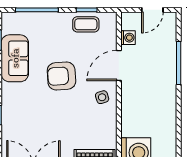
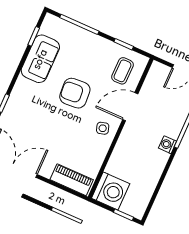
coffee table: (86, 24) -> (122, 71), moved, turned 90
washing machine: (128, 38) -> (168, 145), moved, turned 180

